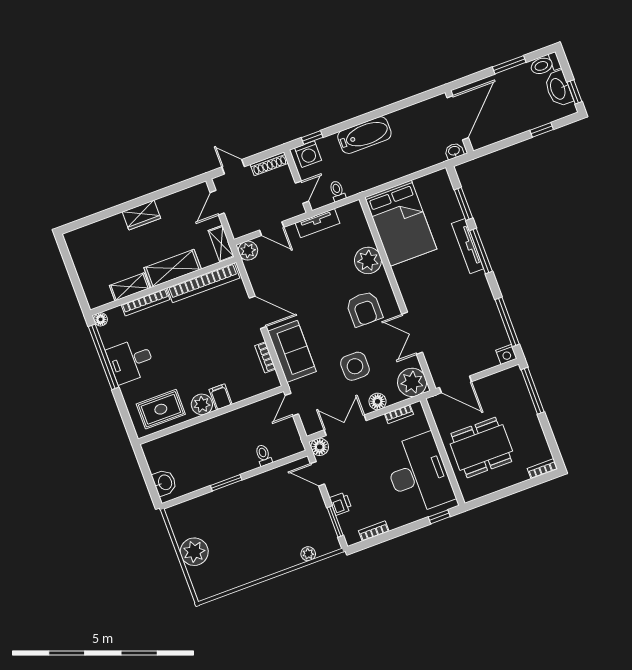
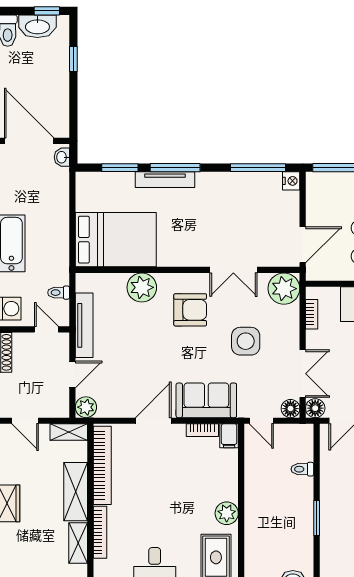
tv unit: (317, 223) -> (84, 325), width x1.41
filing cabinet: (221, 397) -> (229, 436), moved, turned -90
floor lamp: (378, 401) -> (290, 409), moved
double door: (345, 425) -> (303, 374), swing flipped

